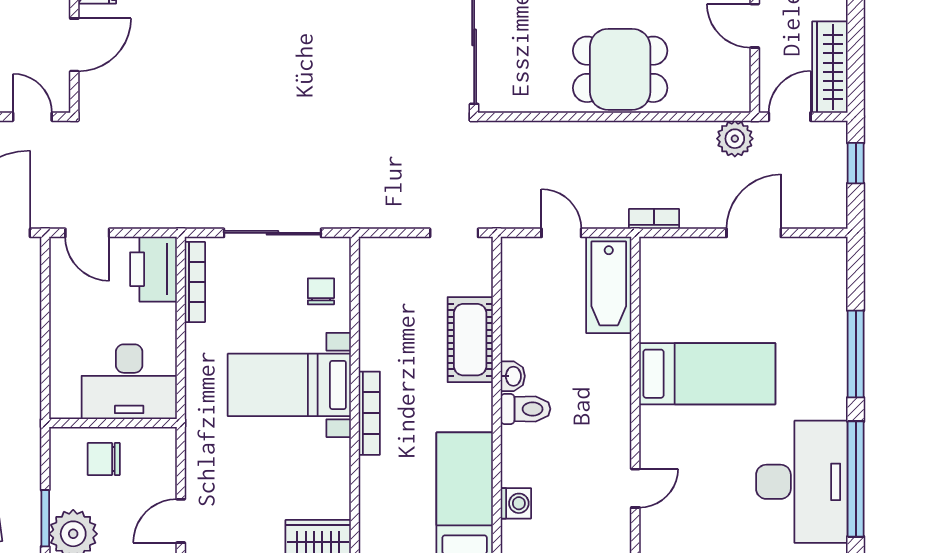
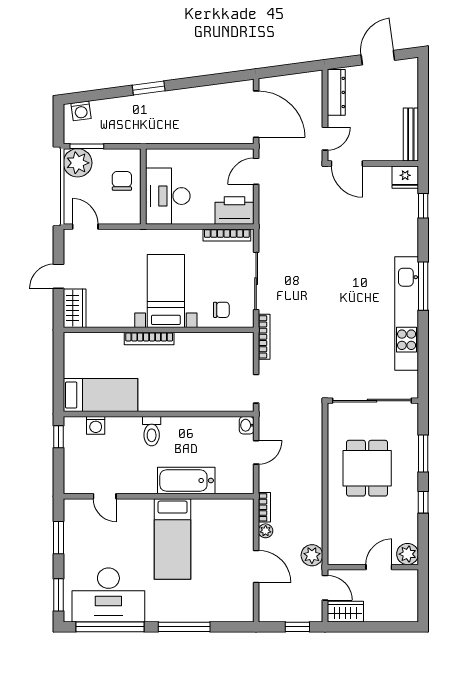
door: (74, 45) -> (347, 163), moved
wardrobe: (830, 67) -> (345, 612), width x0.67
dining table: (620, 69) -> (367, 468), moved
plant: (694, 217) -> (266, 531), added
bookcase: (367, 219) -> (264, 337), added
bathtub: (609, 285) -> (186, 481), moved
cot: (470, 340) -> (193, 398), removed
washbasin: (513, 376) -> (247, 425), moved, turned 90

